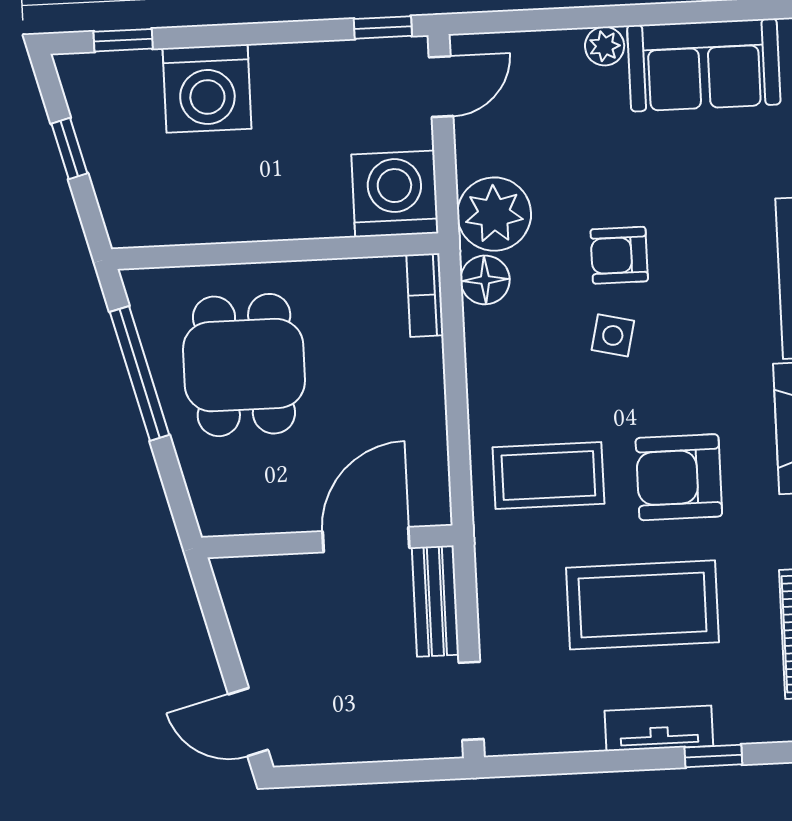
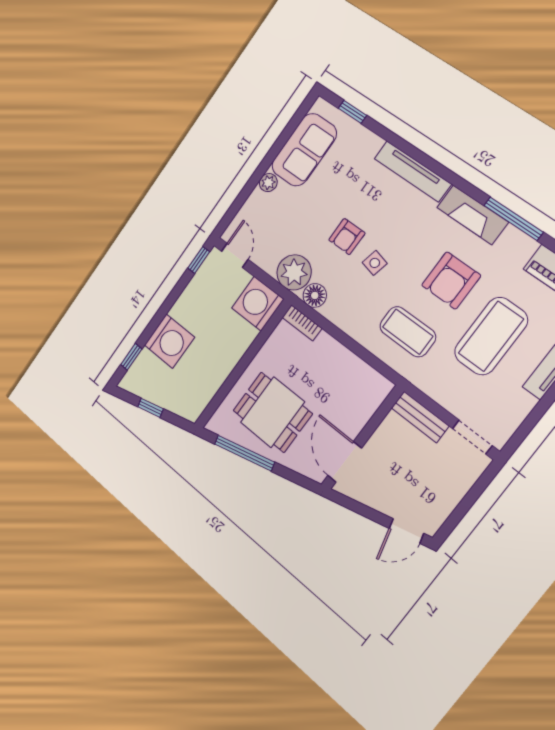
coffee table: (548, 476) -> (408, 332), turned 90
door: (366, 540) -> (345, 462), moved

